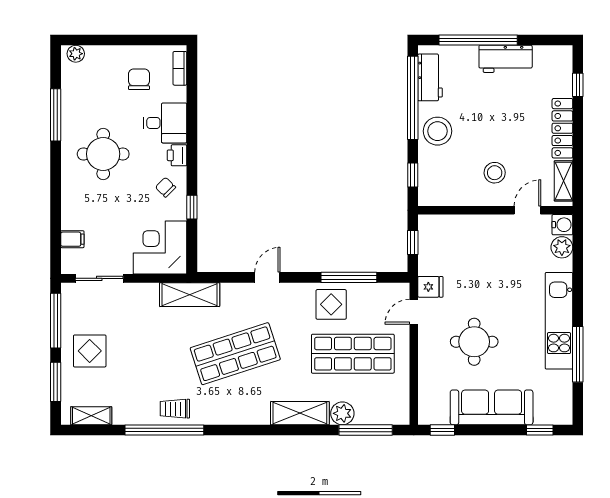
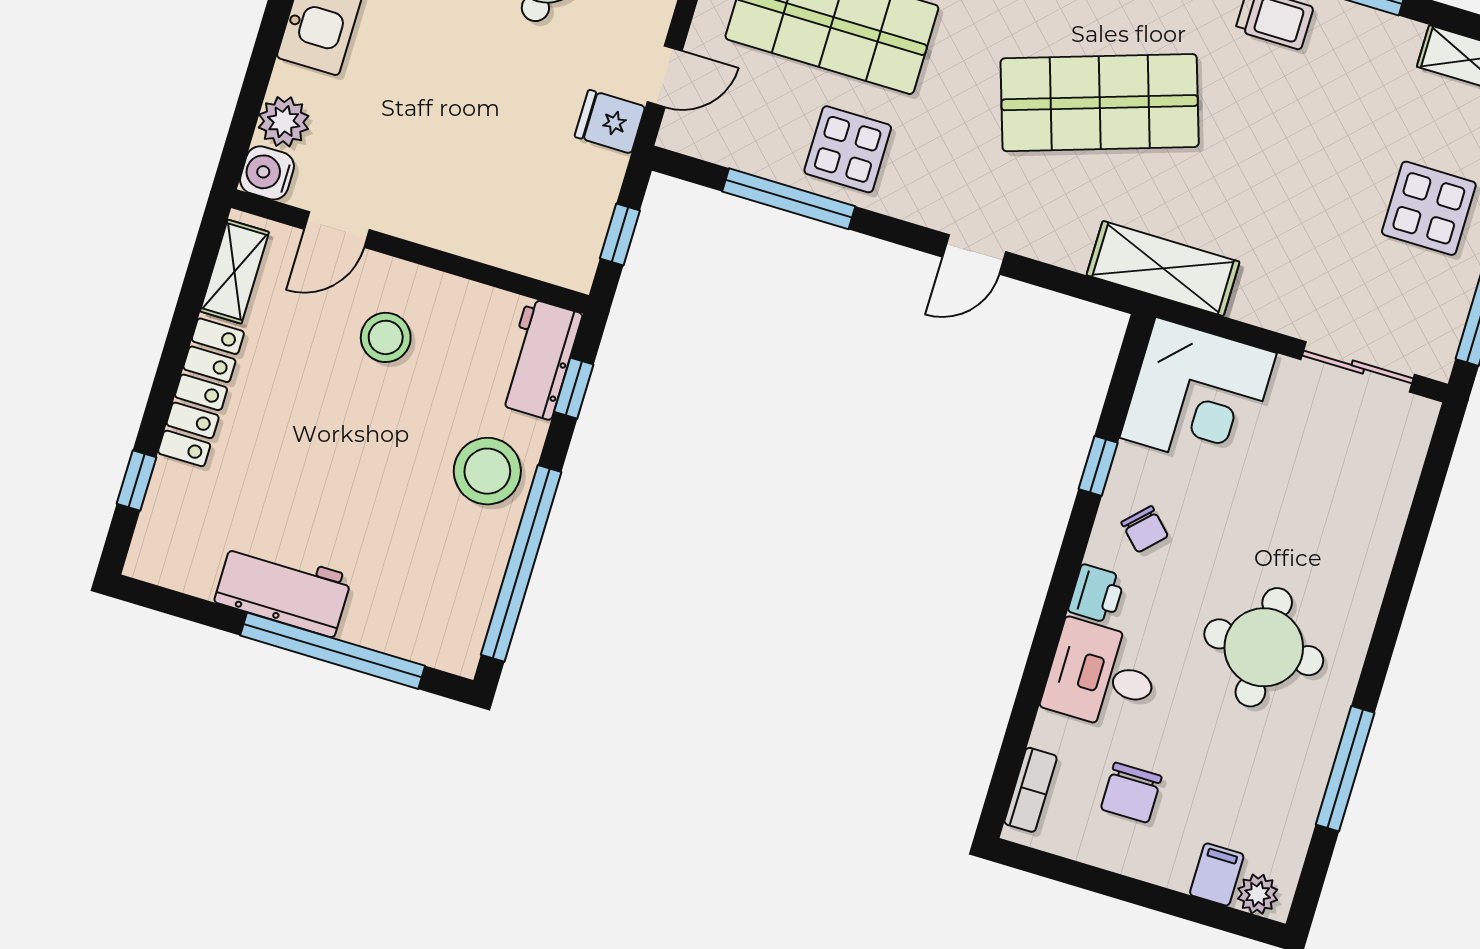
workbench: (430, 77) -> (539, 359), moved
filing cabinet: (72, 239) -> (1217, 874), moved, turned 90

